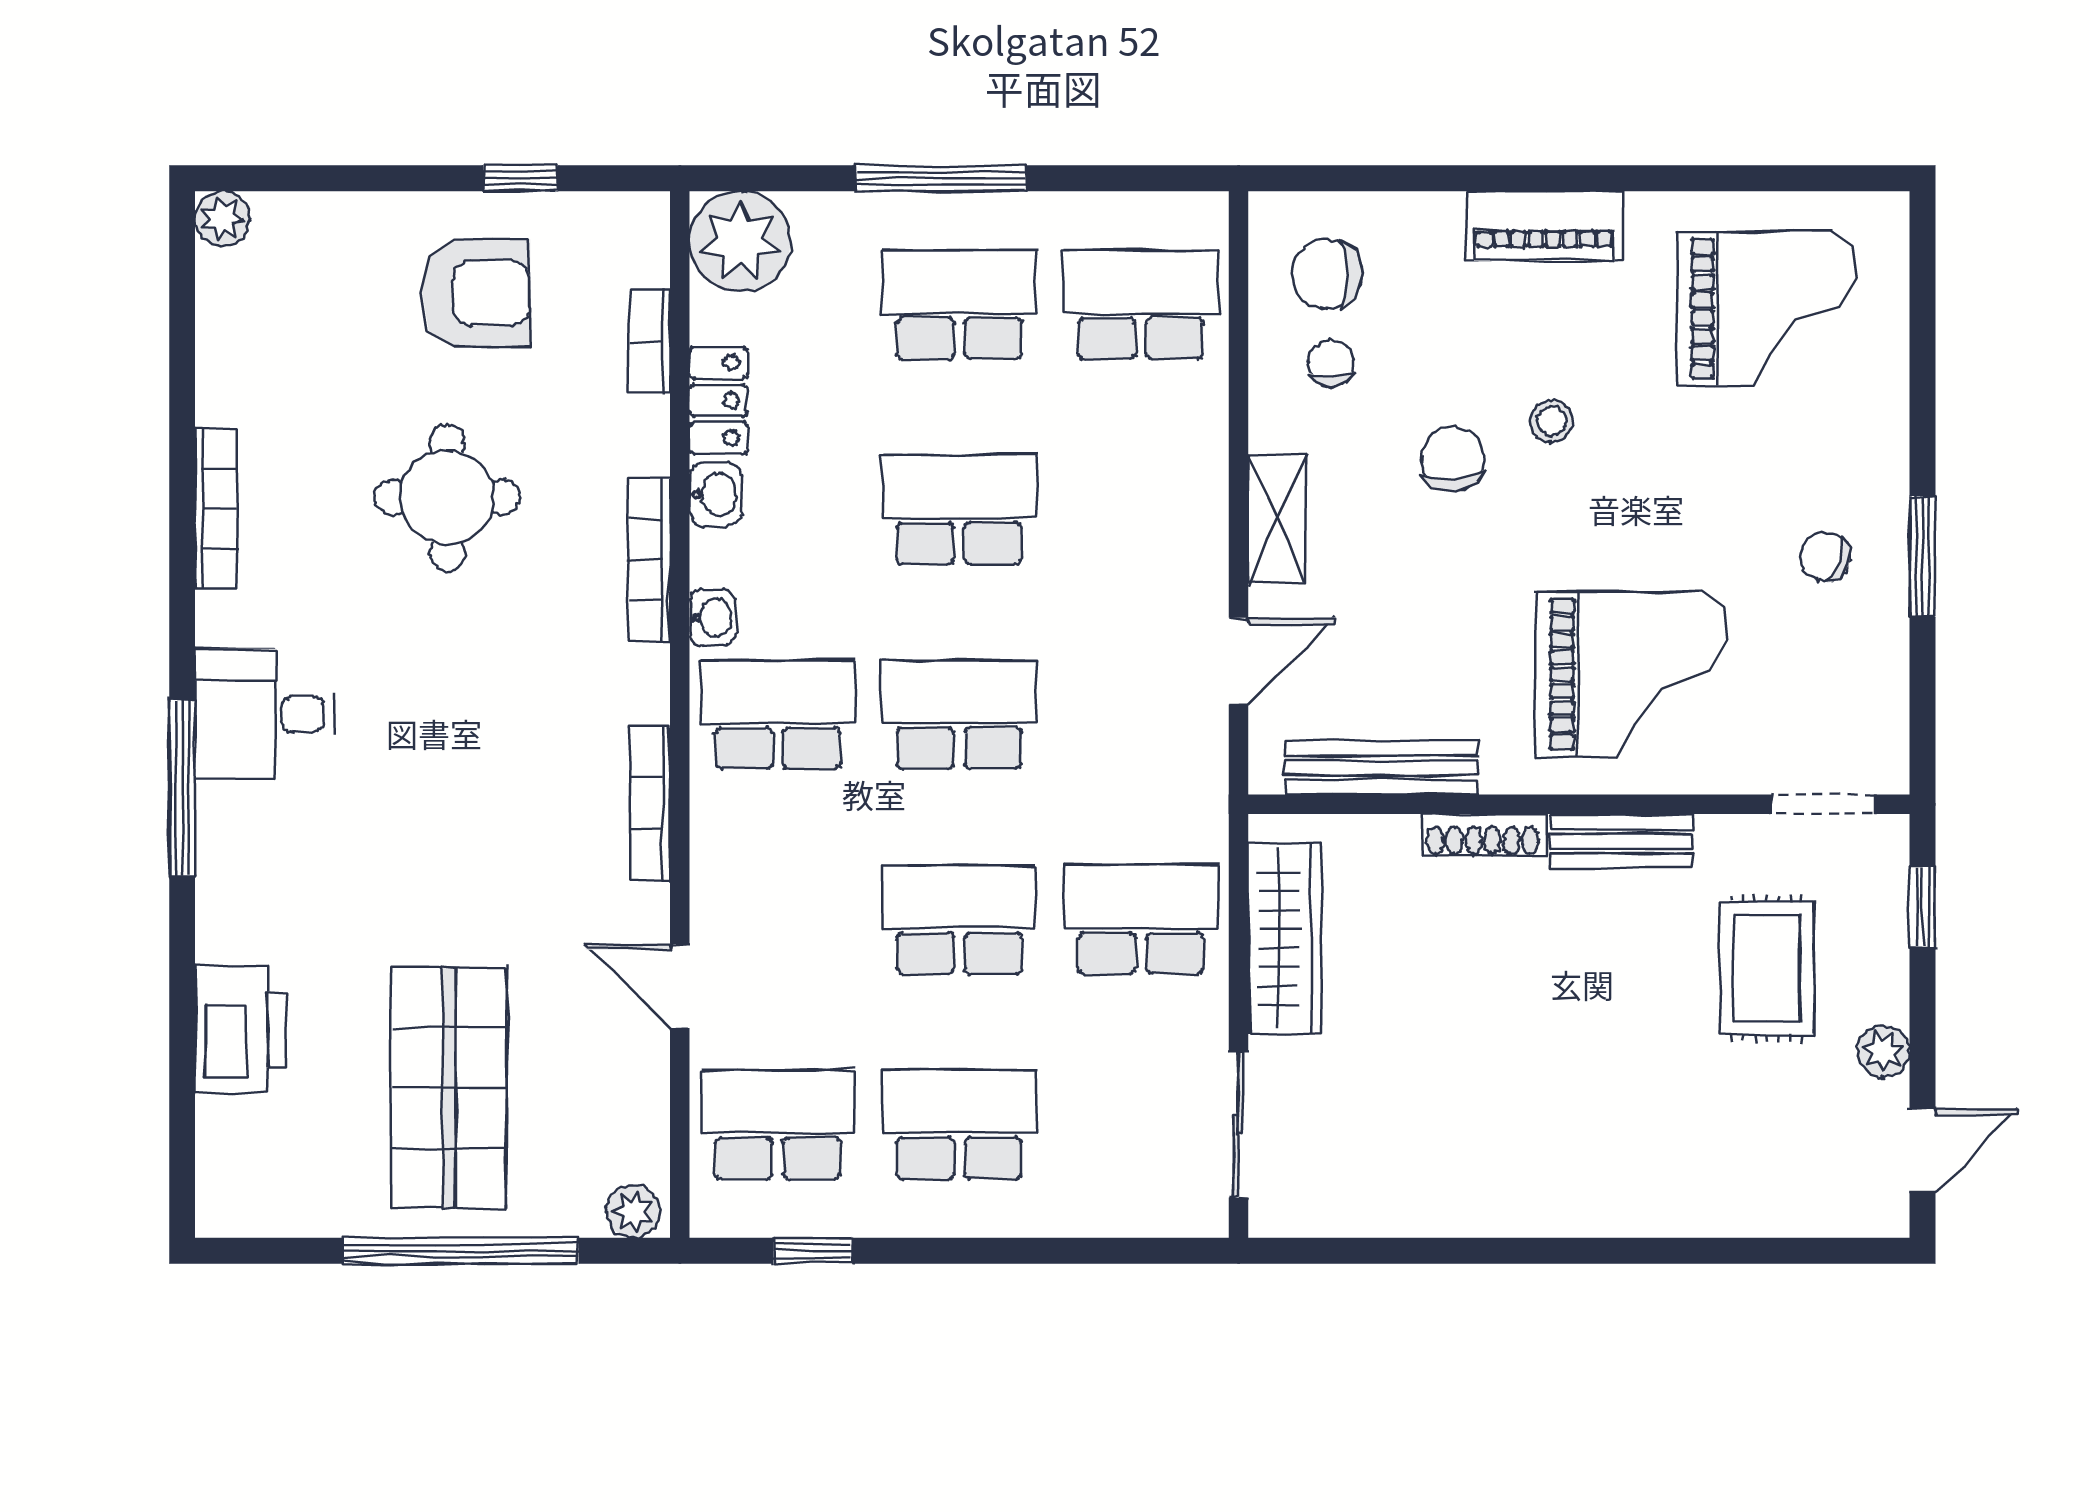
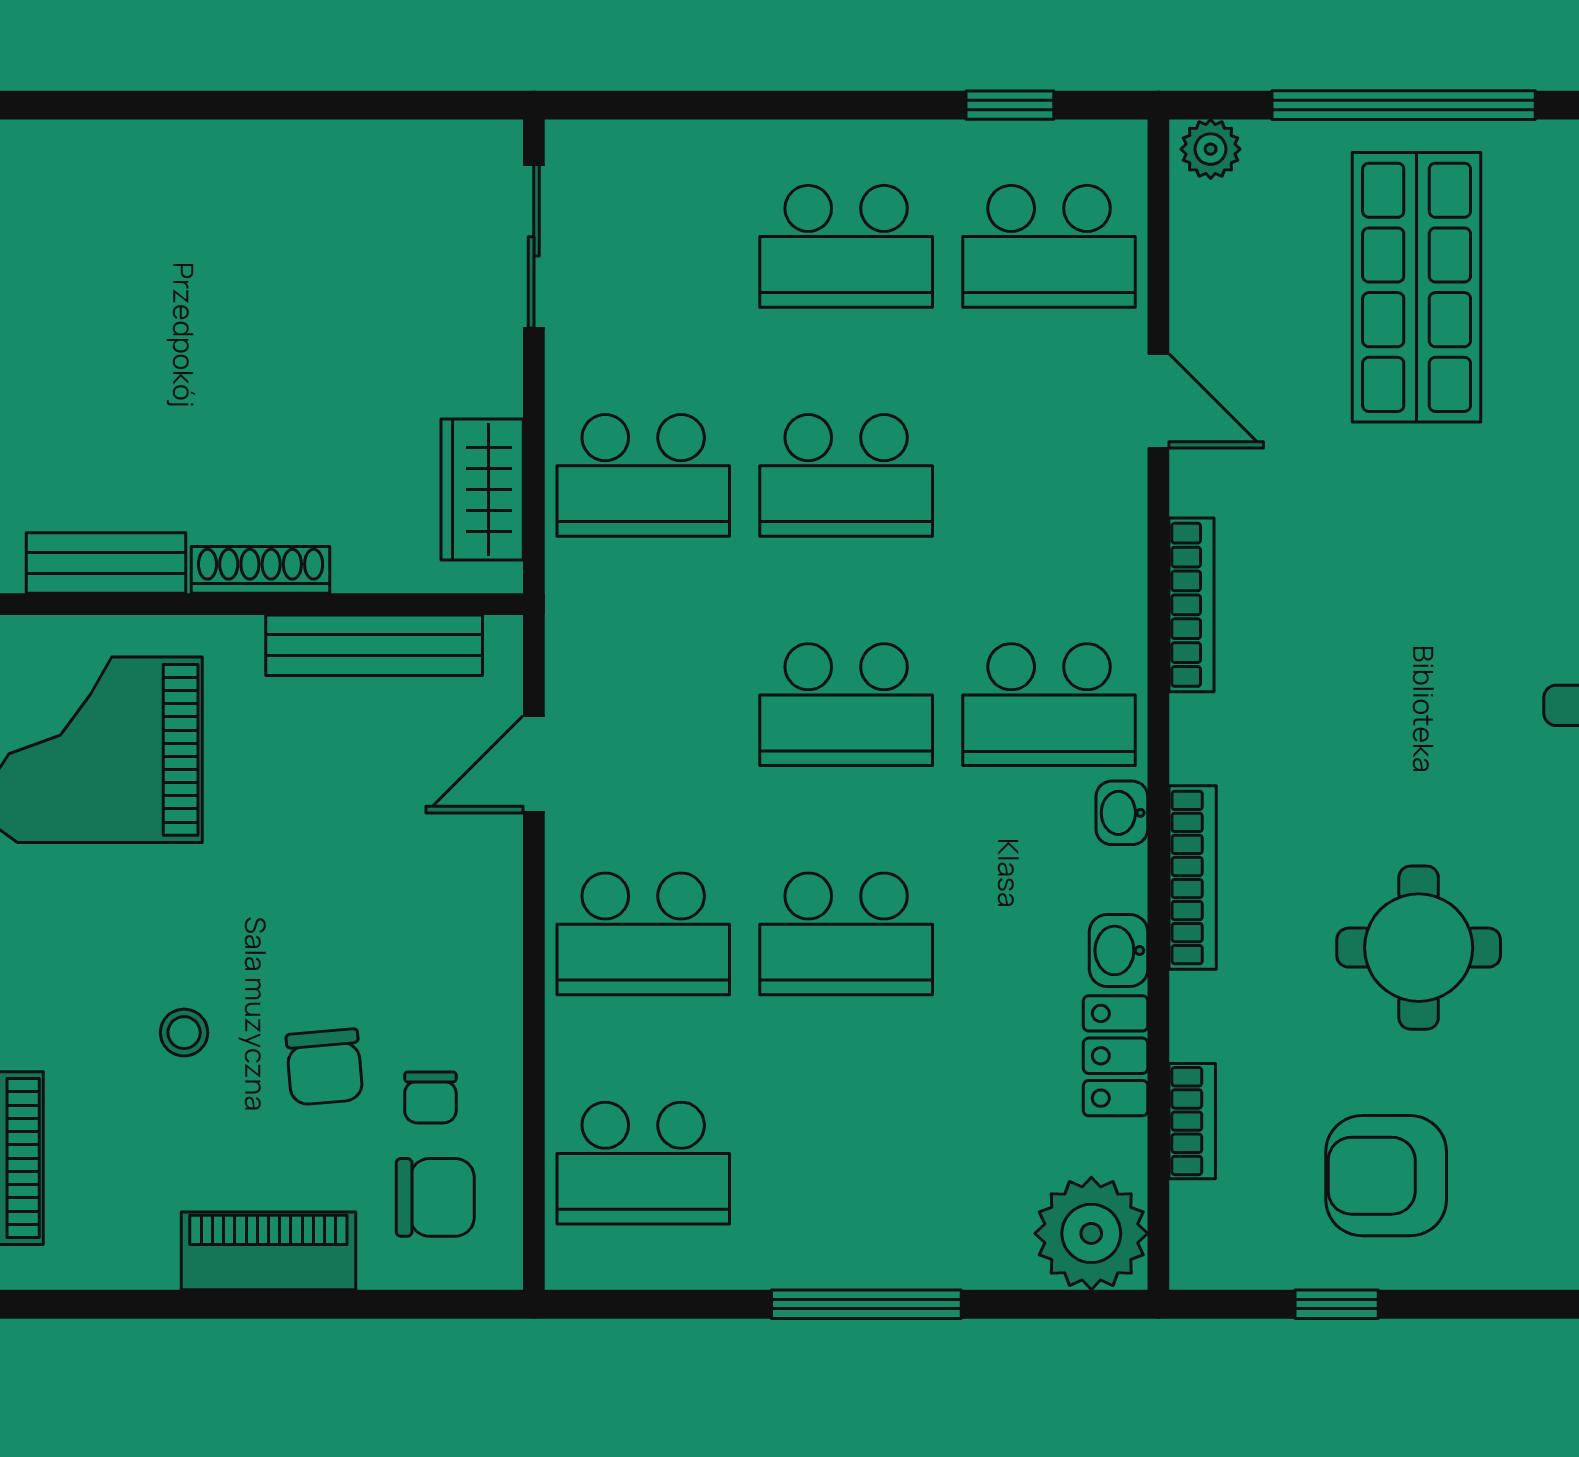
piano: (1544, 226) -> (268, 1251), moved
school desk: (959, 304) -> (643, 934), moved
chair: (1453, 459) -> (324, 1067), moved
shelving: (1277, 519) -> (491, 923), removed
wardrobe: (1285, 939) -> (482, 489), width x0.67

